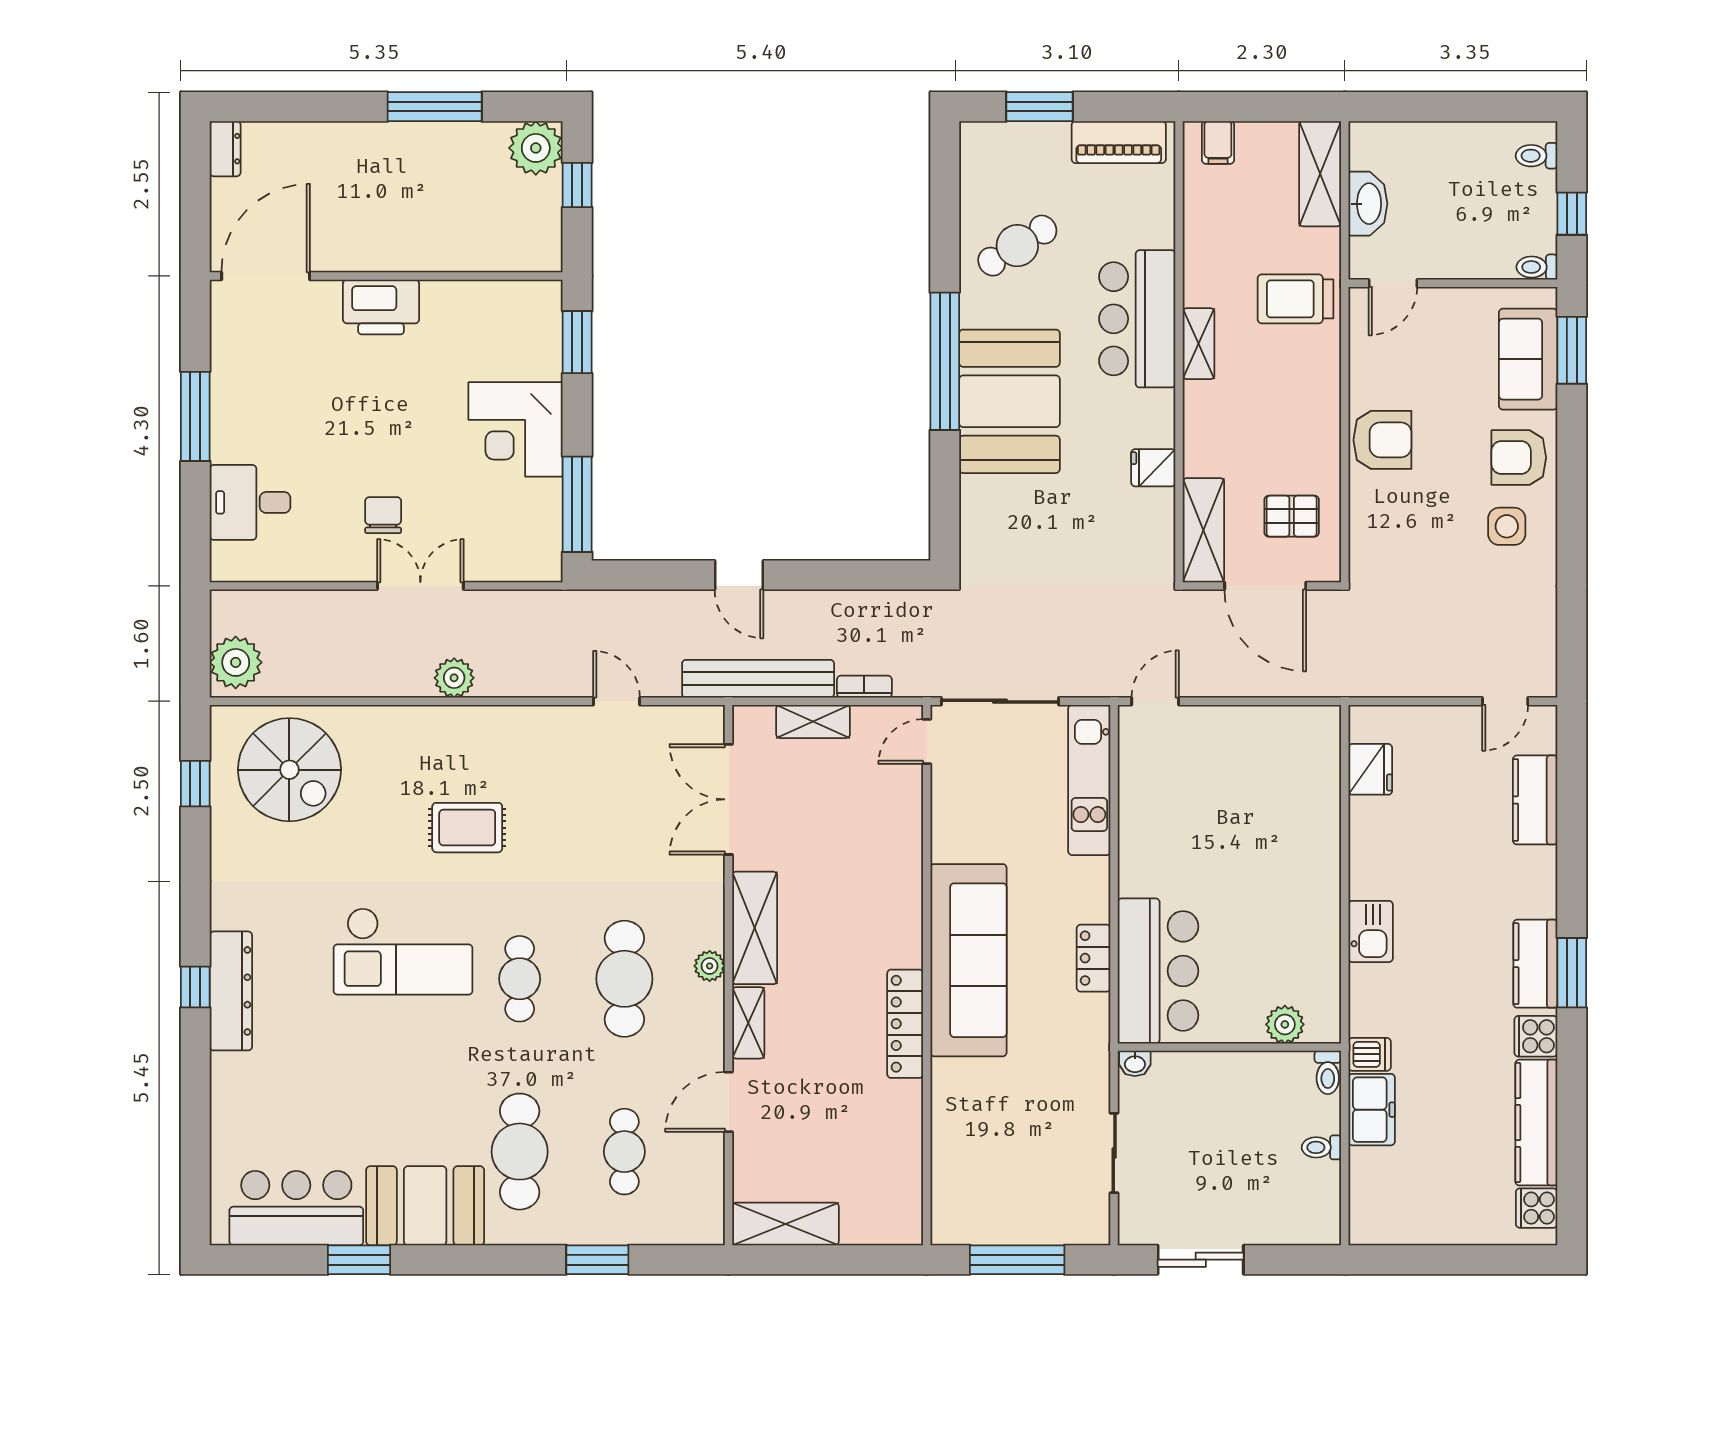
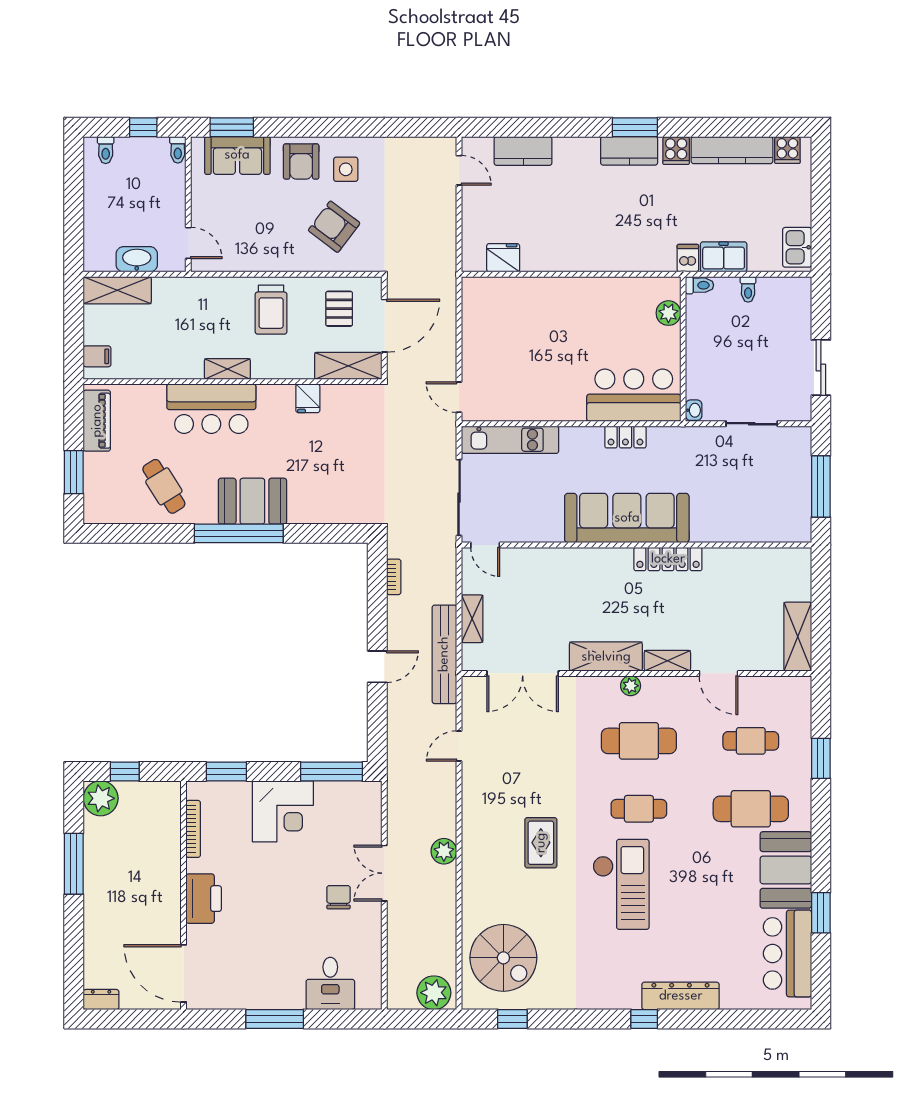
bookcase: (489, 291) -> (193, 829), added
trolley: (1296, 299) -> (271, 310), moved
booth: (1009, 401) -> (252, 501), width x0.73, depth x0.70
armchair: (1382, 440) -> (334, 227), moved, turned -53
chair: (383, 515) -> (339, 897), turned 90
bookcase: (864, 687) -> (394, 577), moved, turned 180
spiral stairs: (289, 770) -> (503, 958), turned 90
kitchen sink: (1371, 931) -> (797, 247), moved, turned -90
dresser: (231, 991) -> (681, 996), moved

